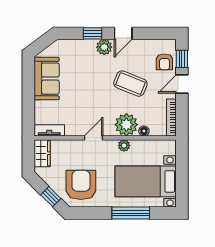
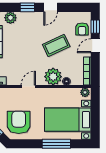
plant: (104, 47) -> (10, 18), moved
coffee table: (130, 84) -> (56, 45), turned -47
plant: (124, 145) -> (85, 92), moved

